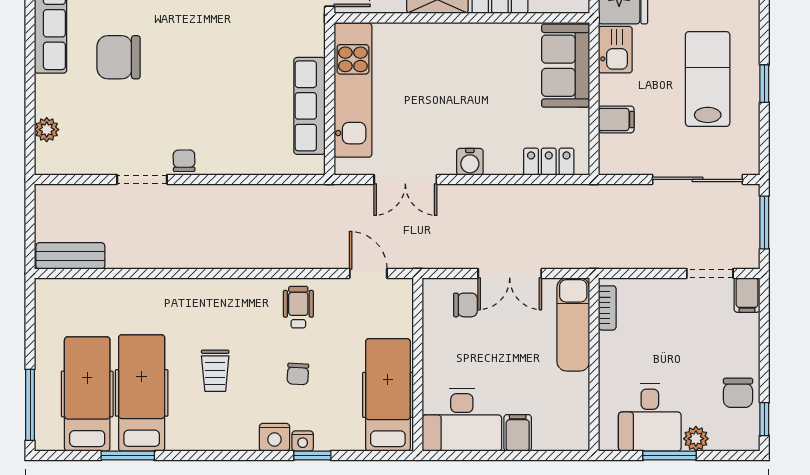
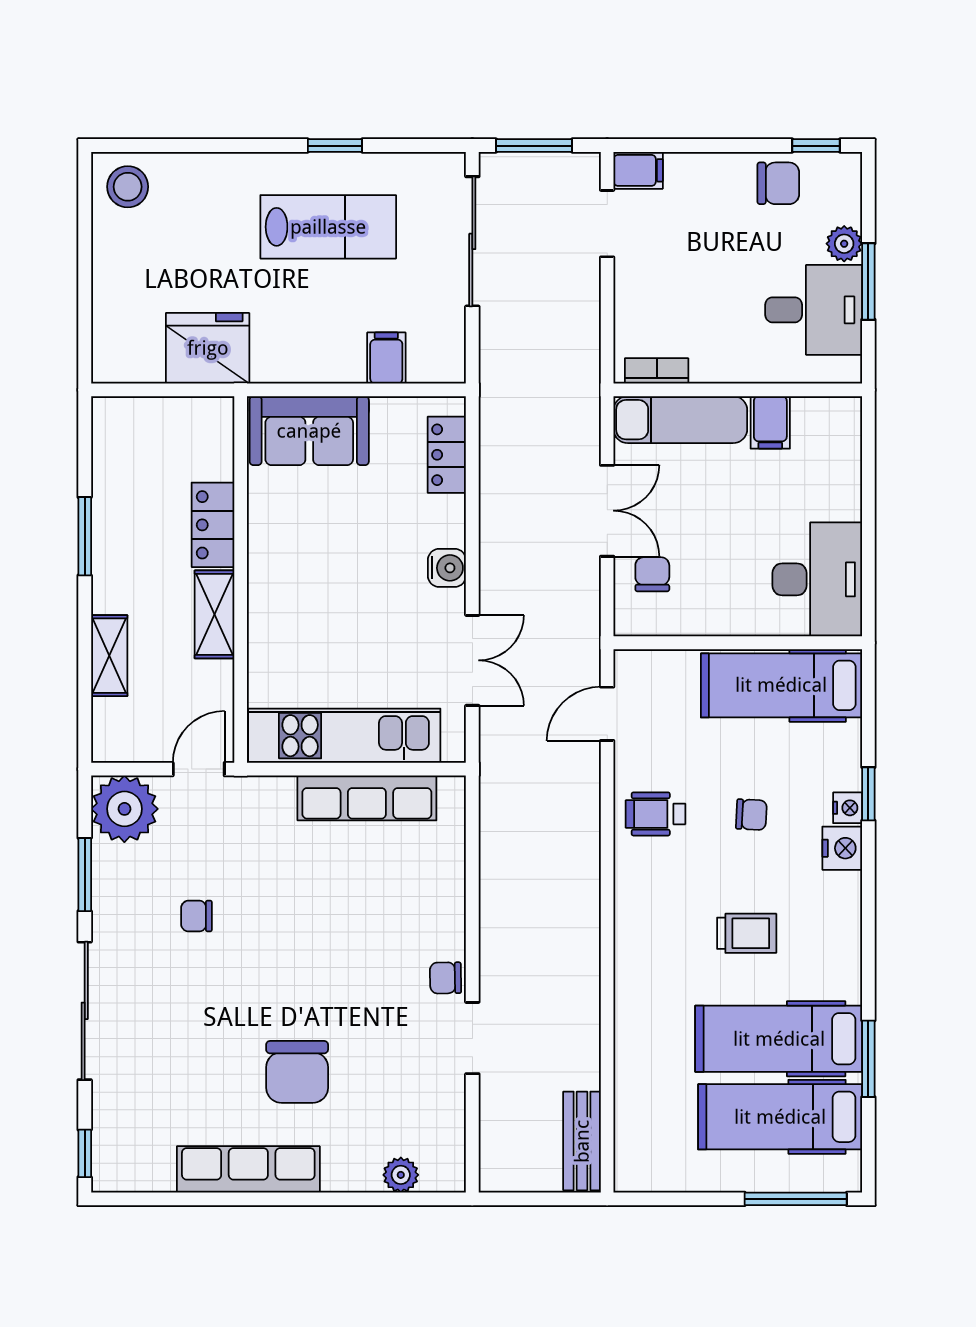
kitchen sink: (615, 50) -> (286, 359), removed
lab bench: (708, 79) -> (328, 227), turned 180
filing cabinet: (518, 433) -> (770, 422), moved, turned -90

